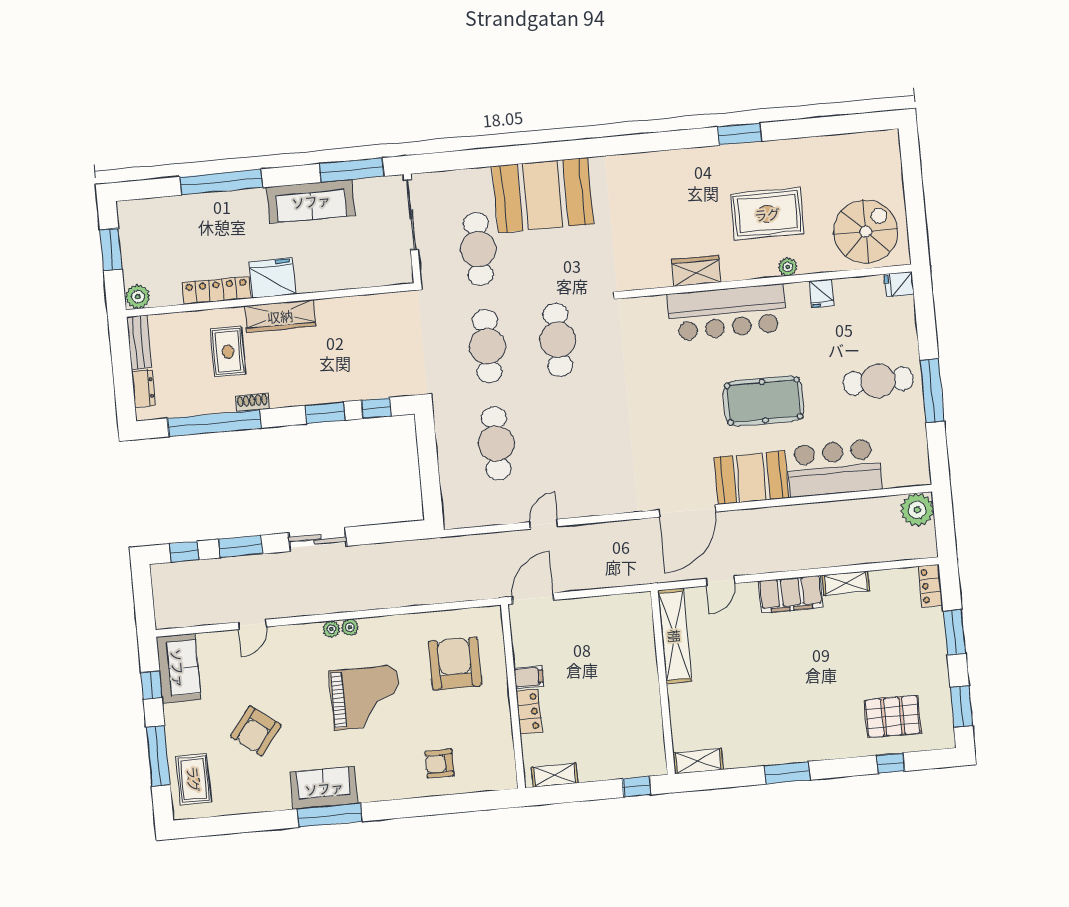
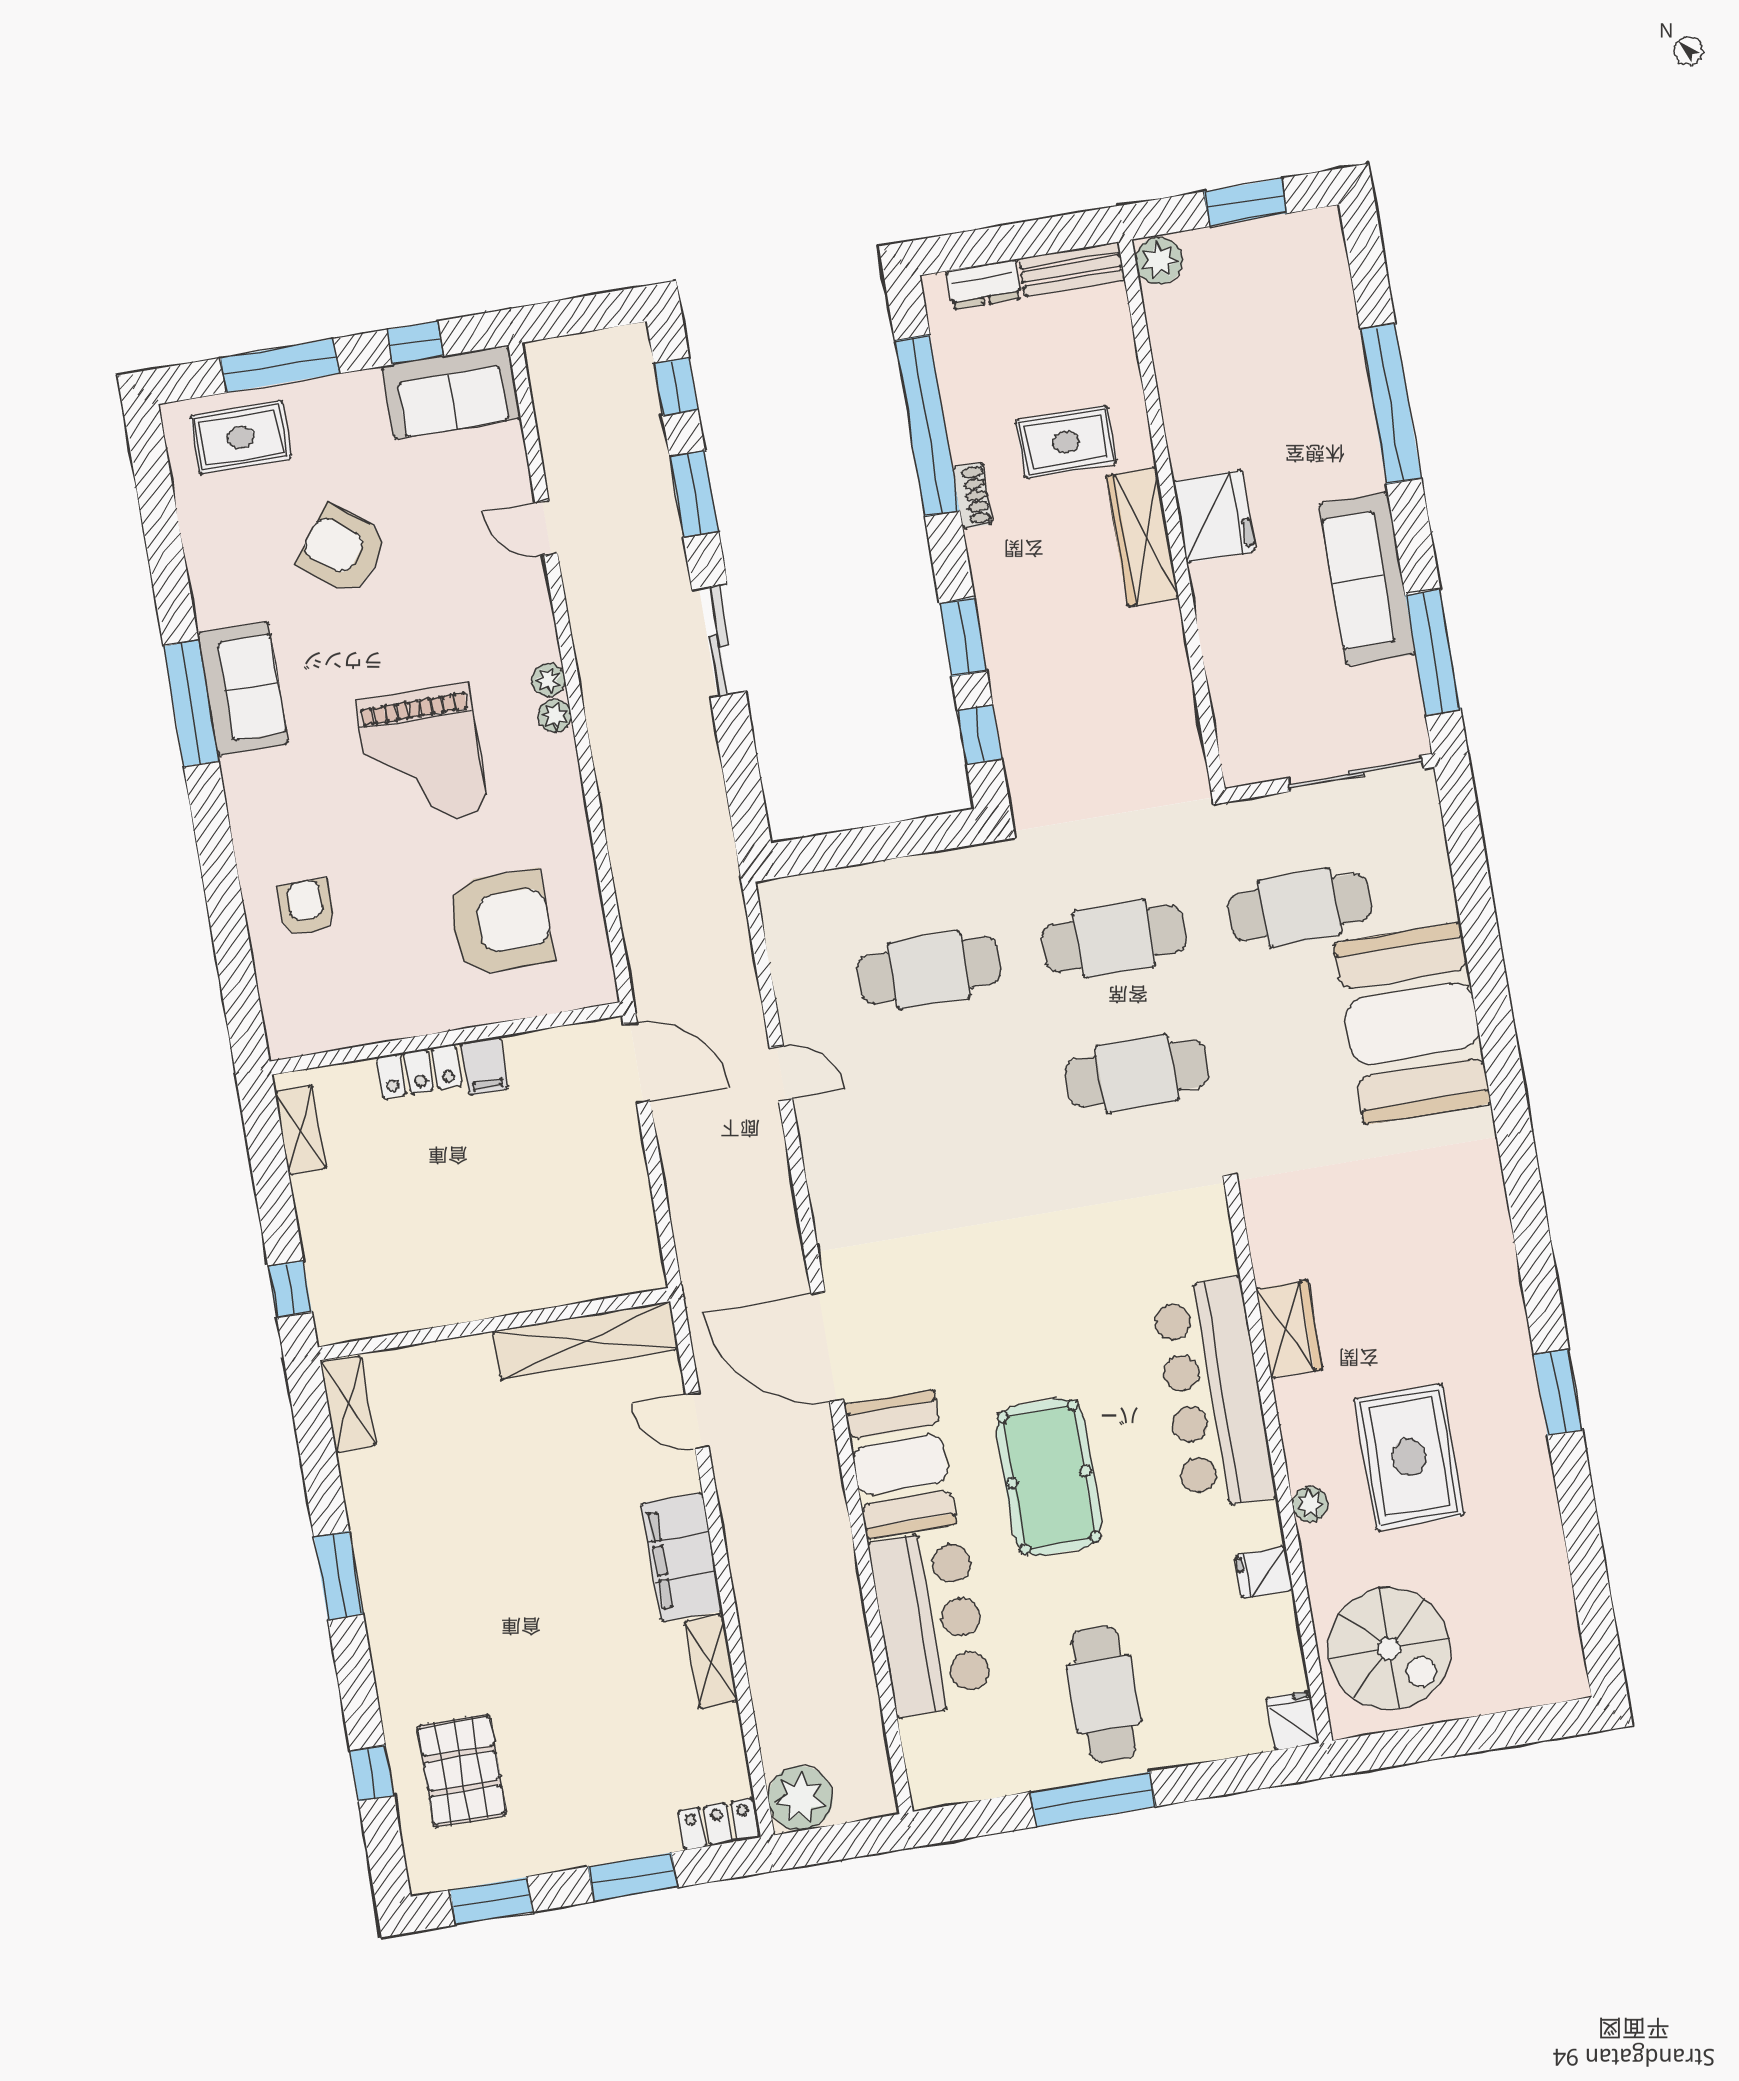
locker: (216, 290) -> (1182, 411), removed
plant: (917, 510) -> (800, 1798), moved

